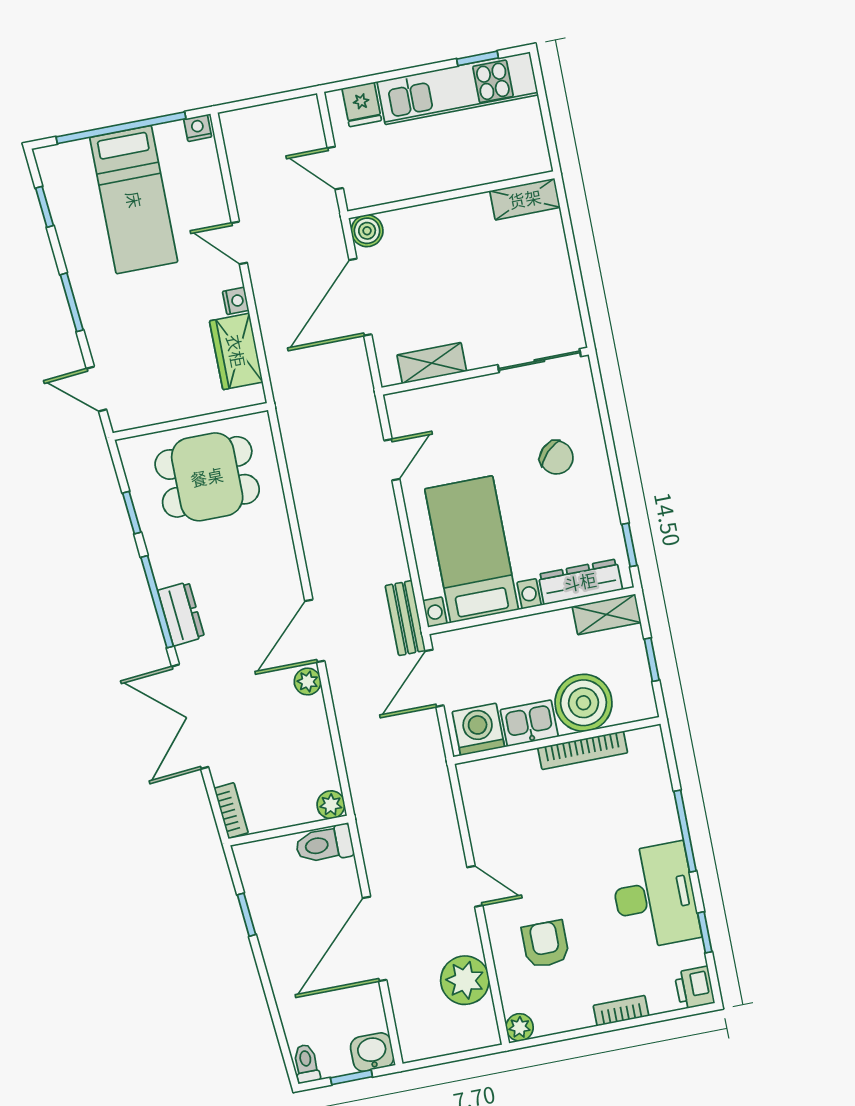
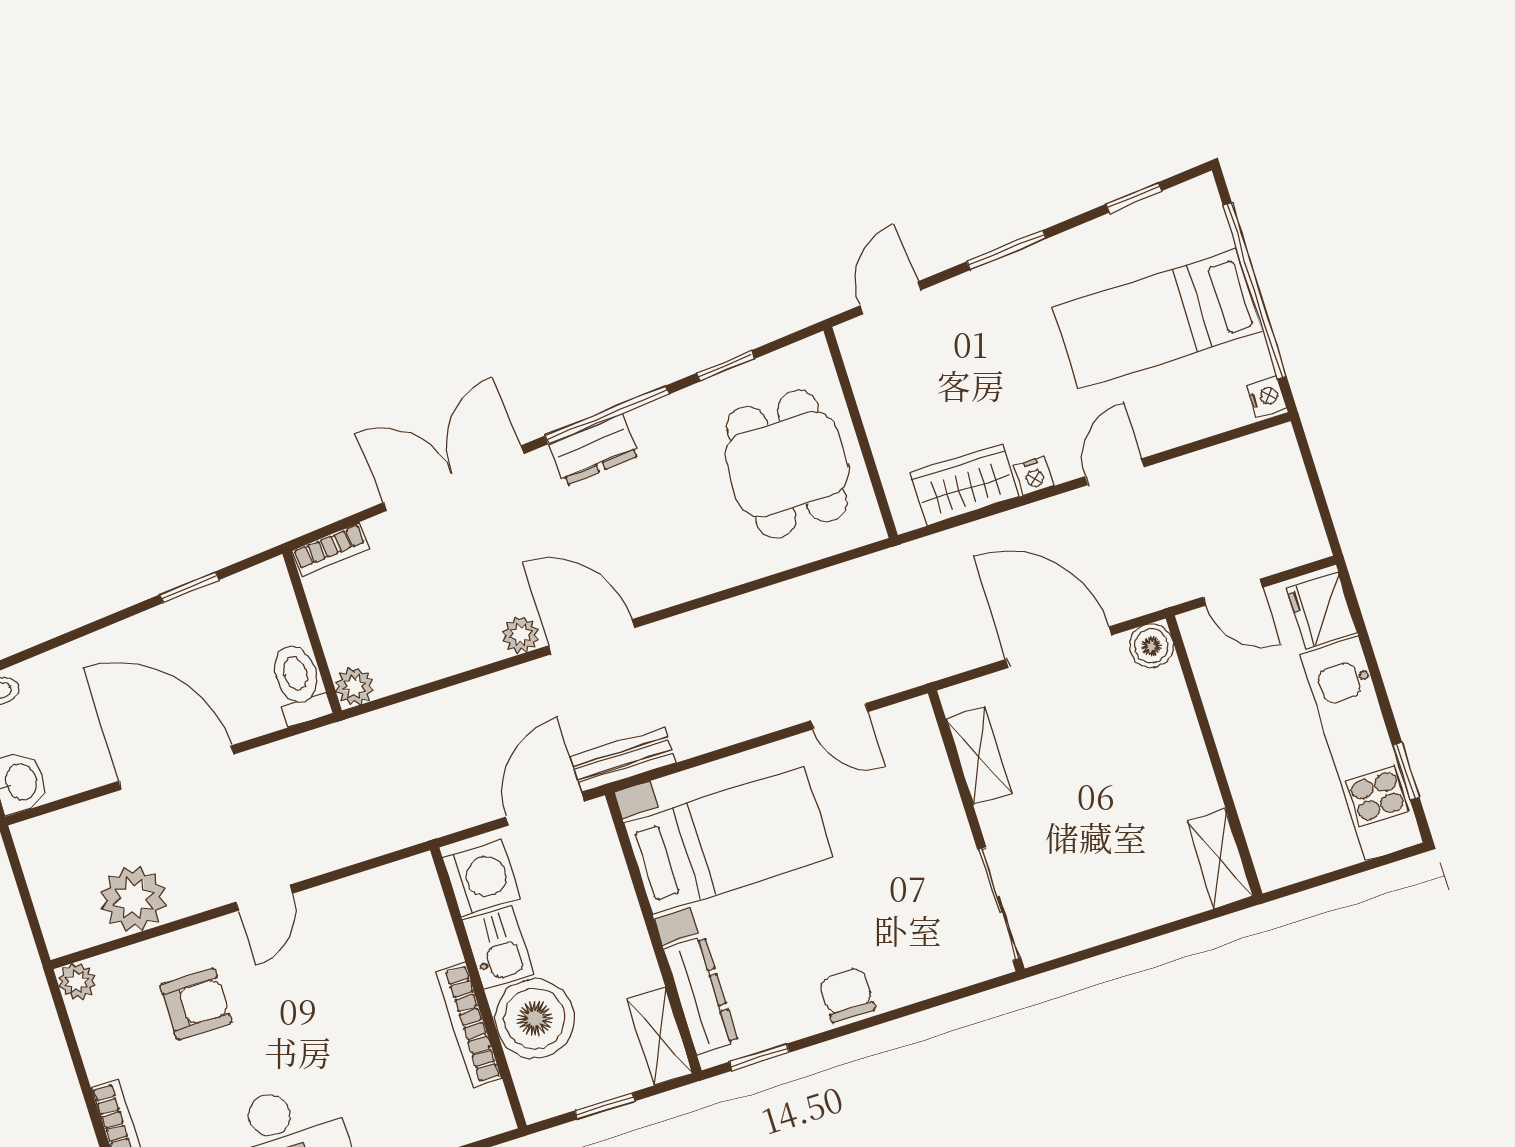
fridge: (362, 104) -> (1322, 610), width x1.38
door: (335, 168) -> (1233, 592), swing flipped
chair: (557, 458) -> (847, 995), moved, turned 135
door: (434, 678) -> (545, 809), hinge flipped

